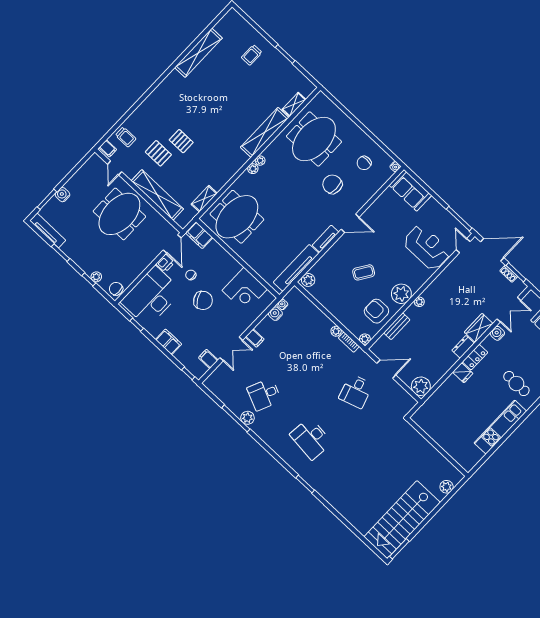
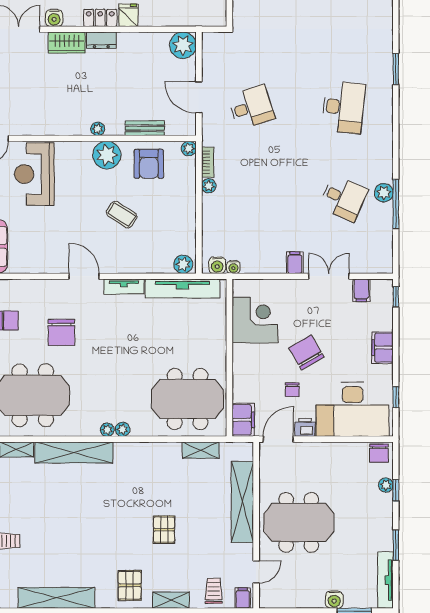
shelving: (142, 110) -> (171, 600), added
pallet: (158, 153) -> (130, 585), moved
water cooler: (275, 314) -> (217, 265), moved

